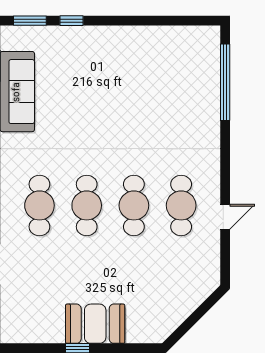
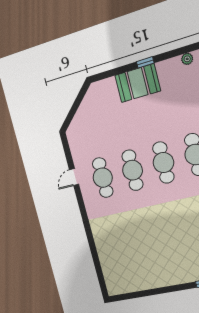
window: (225, 82) -> (97, 262), removed
plant: (20, 336) -> (187, 59), added

